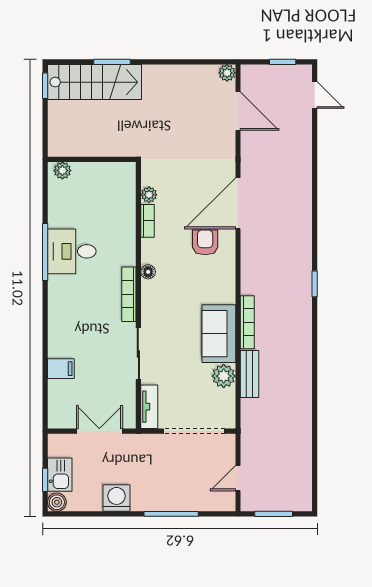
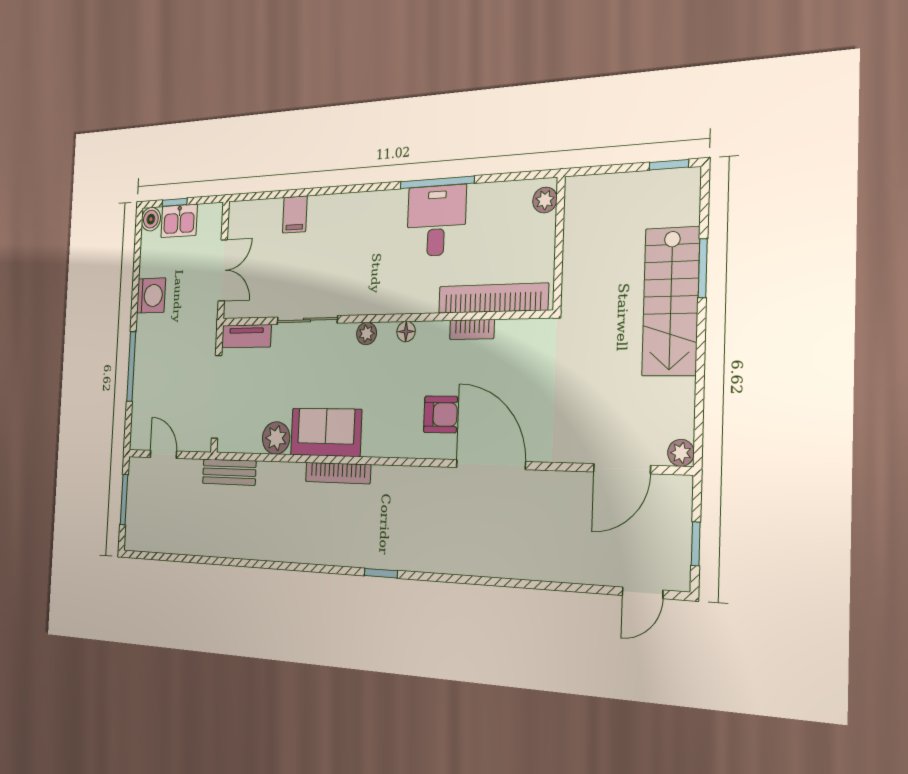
stairs: (95, 82) -> (671, 301), moved
plant: (149, 195) -> (367, 333), moved
bookcase: (129, 294) -> (493, 298), moved, width x1.48, depth x1.31
bench: (250, 374) -> (229, 472), moved

